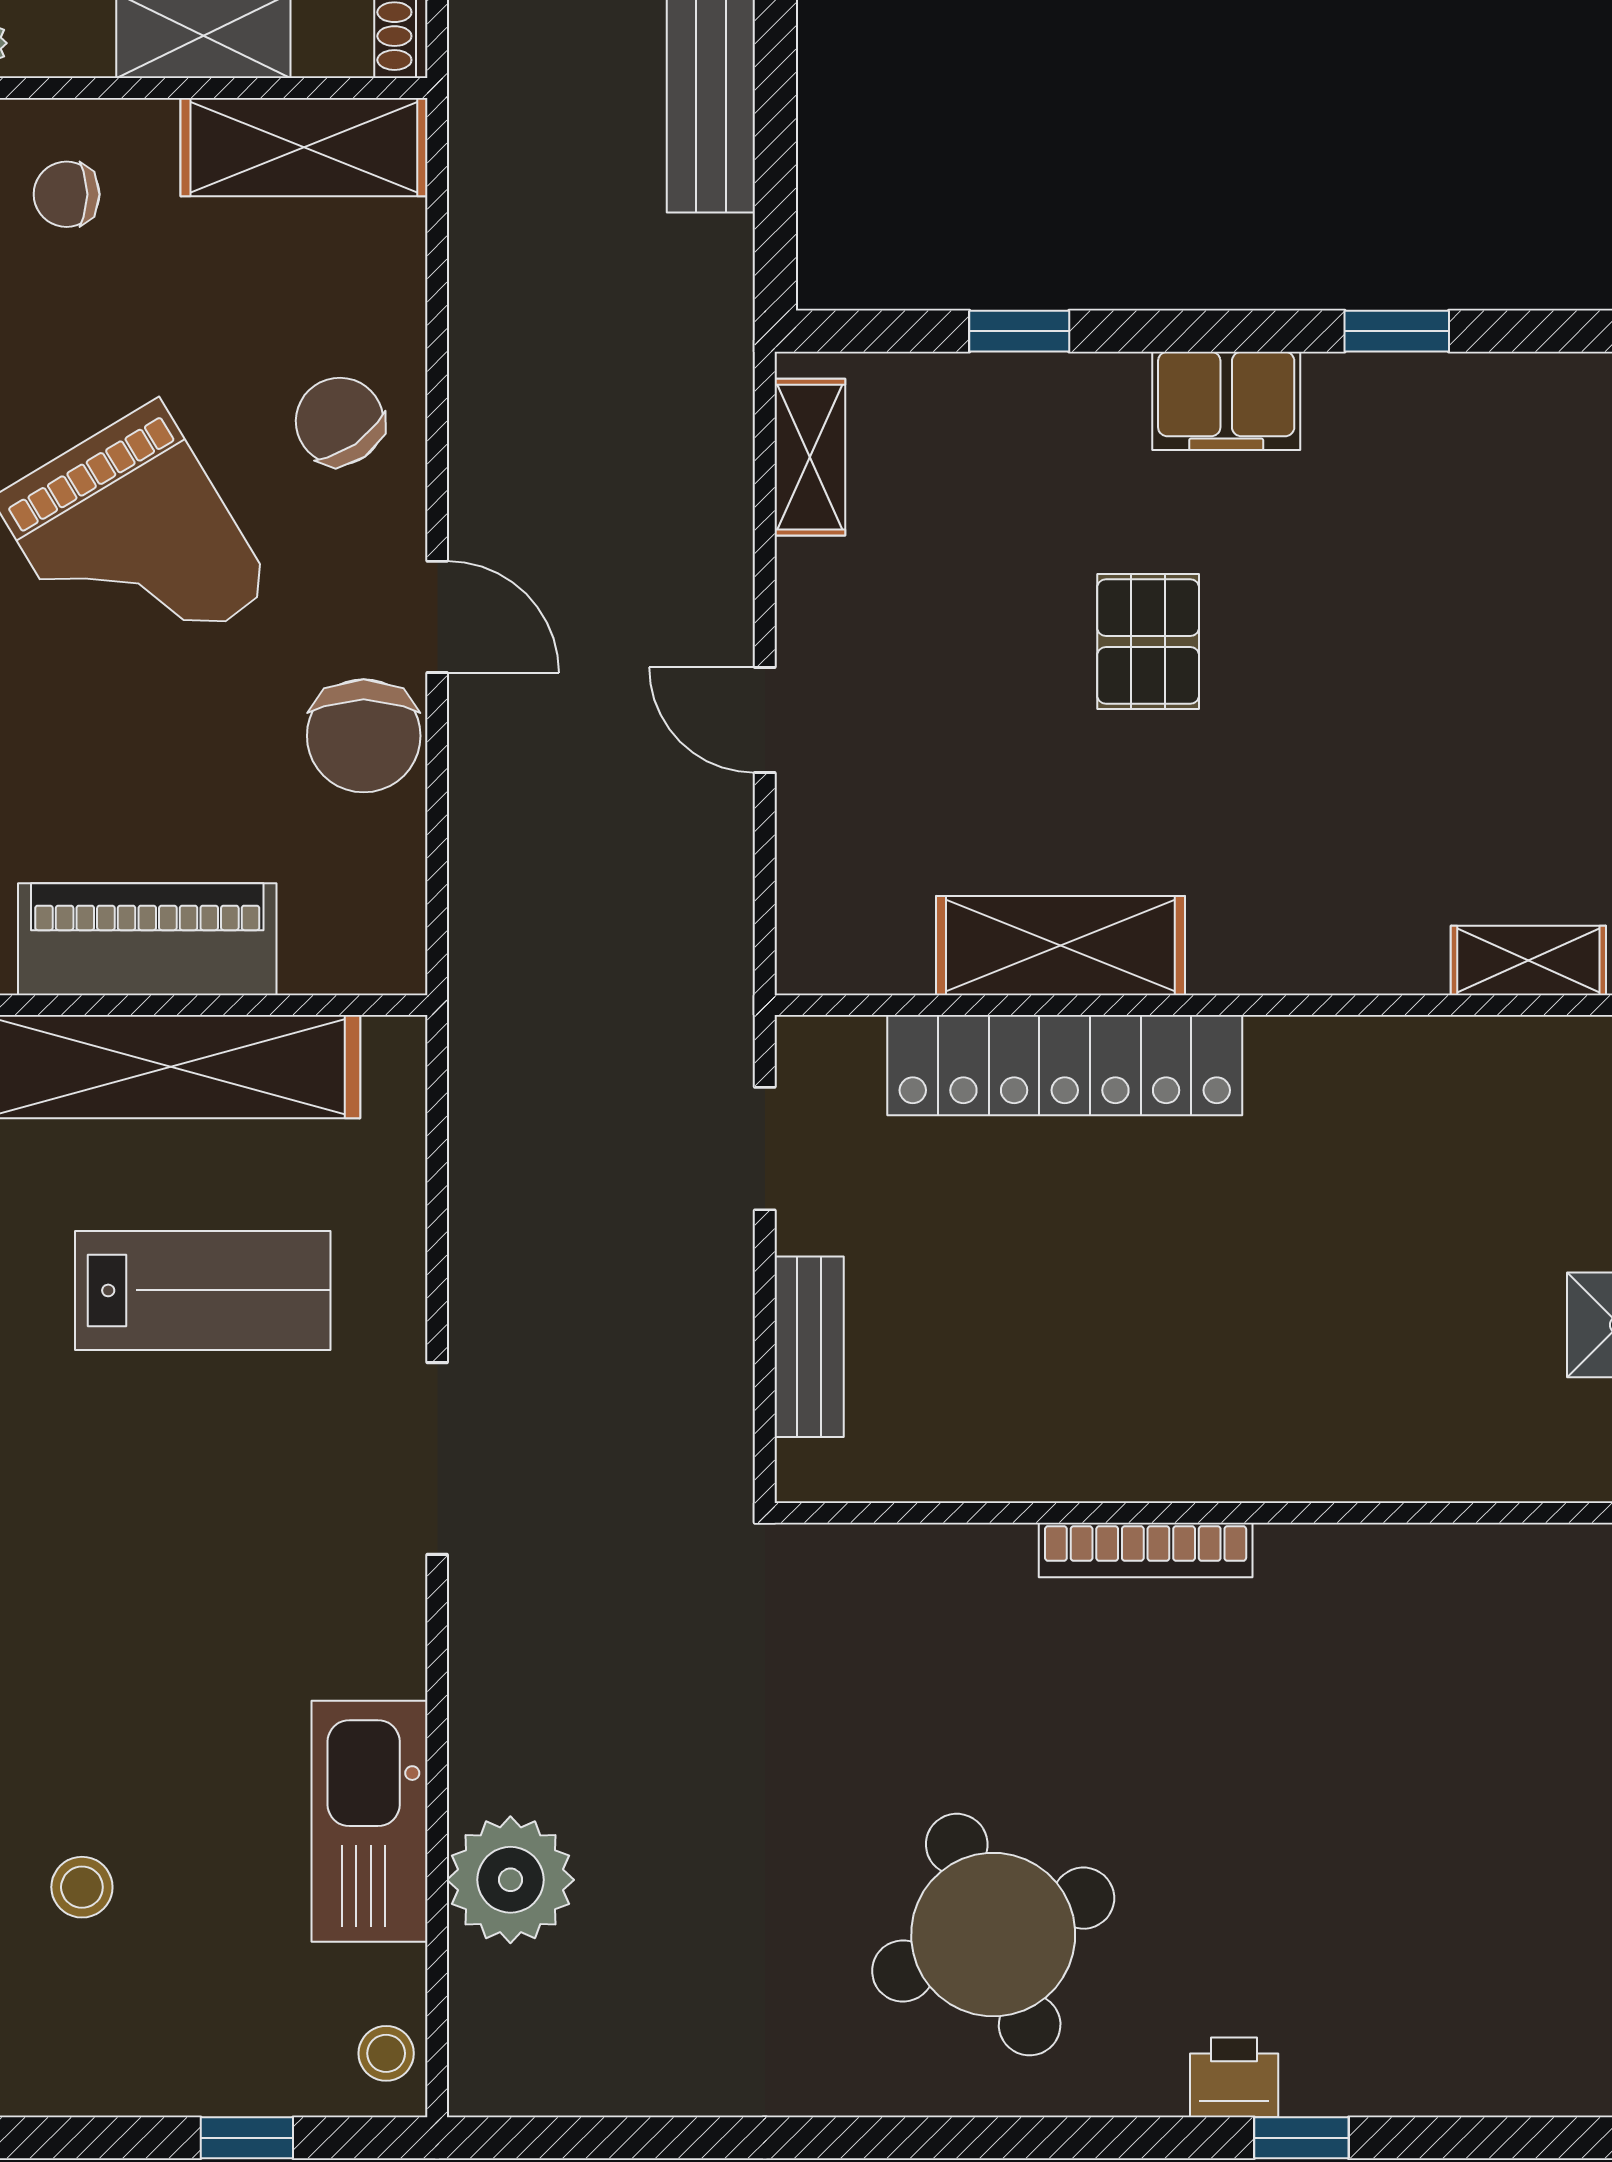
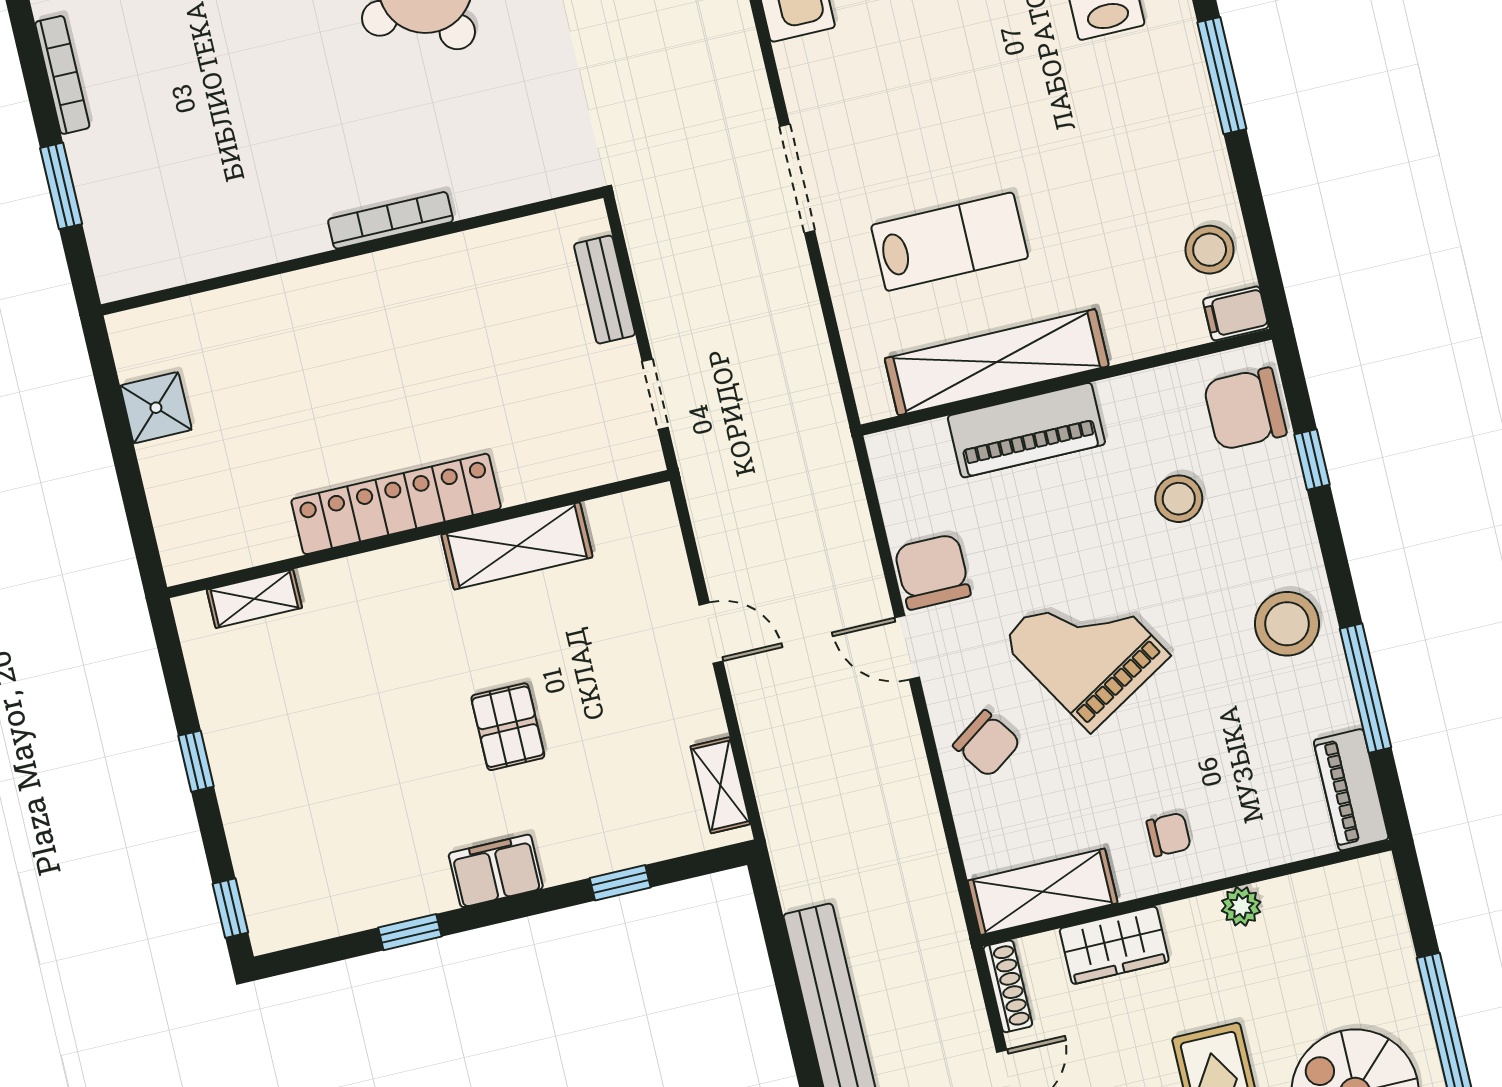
locker: (1065, 1065) -> (396, 504), moved
lab bench: (203, 1290) -> (950, 242), turned 180

